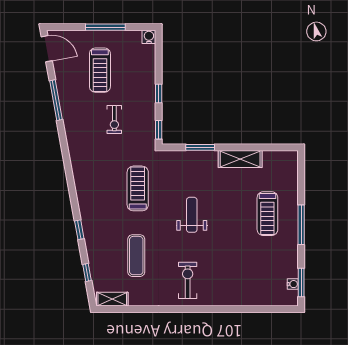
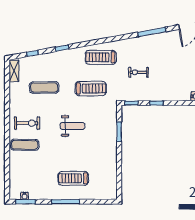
treadmill: (100, 70) -> (101, 57), moved
shelving: (240, 159) -> (111, 159), removed
exercise mat: (219, 284) -> (25, 145), added

